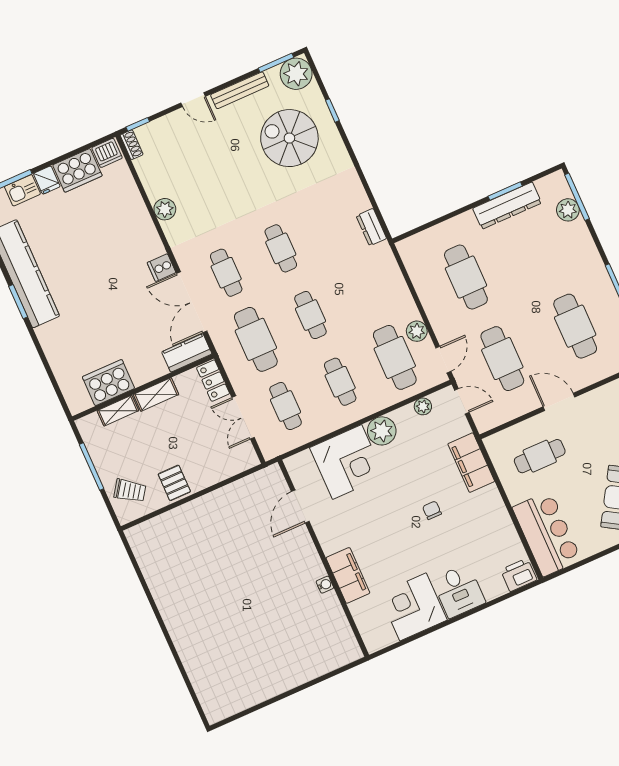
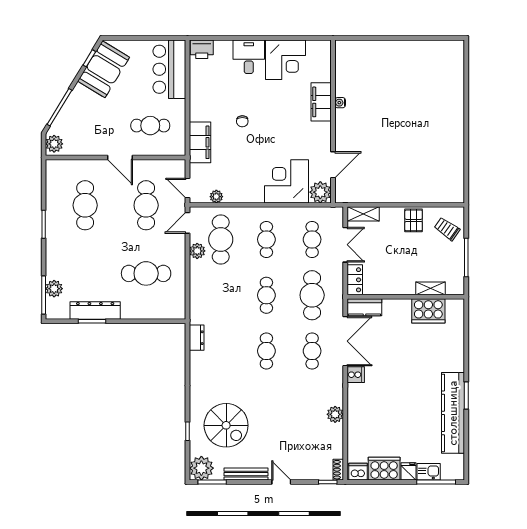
cafe table: (466, 277) -> (146, 273), turned 90
shelving: (156, 394) -> (363, 214), moved
plant: (382, 431) -> (320, 192), moved

